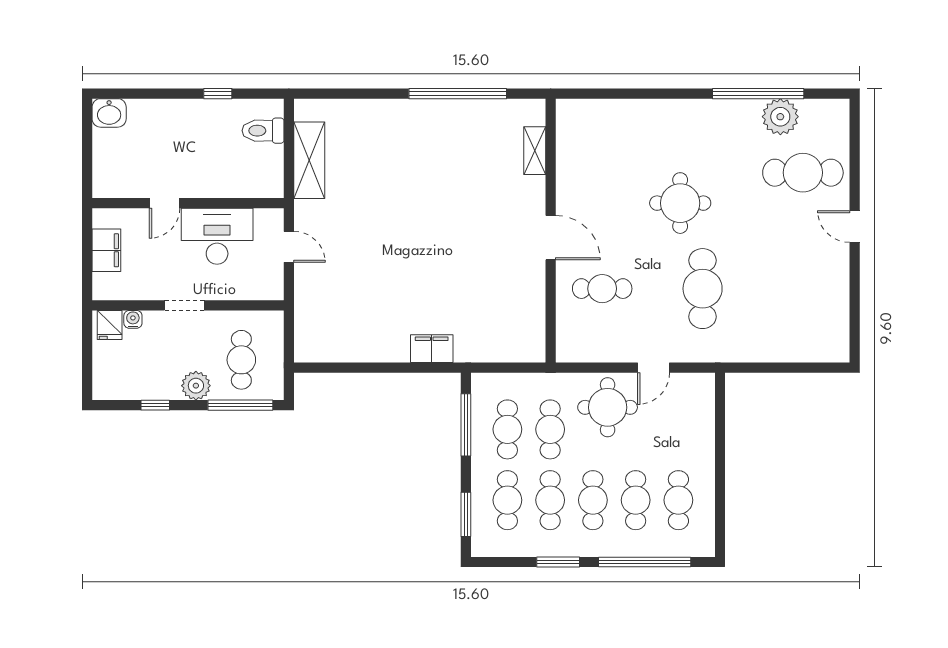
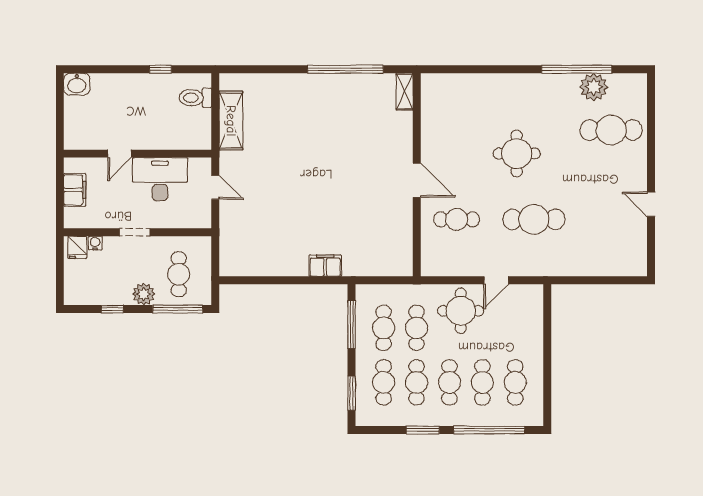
shelving: (535, 151) -> (405, 92), moved
door: (855, 227) -> (651, 204), moved
cafe table: (703, 289) -> (534, 219), turned 90

